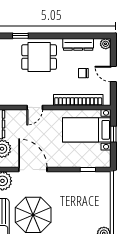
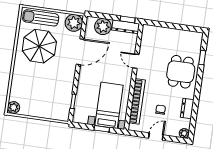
dresser: (78, 44) -> (187, 109), width x0.70

